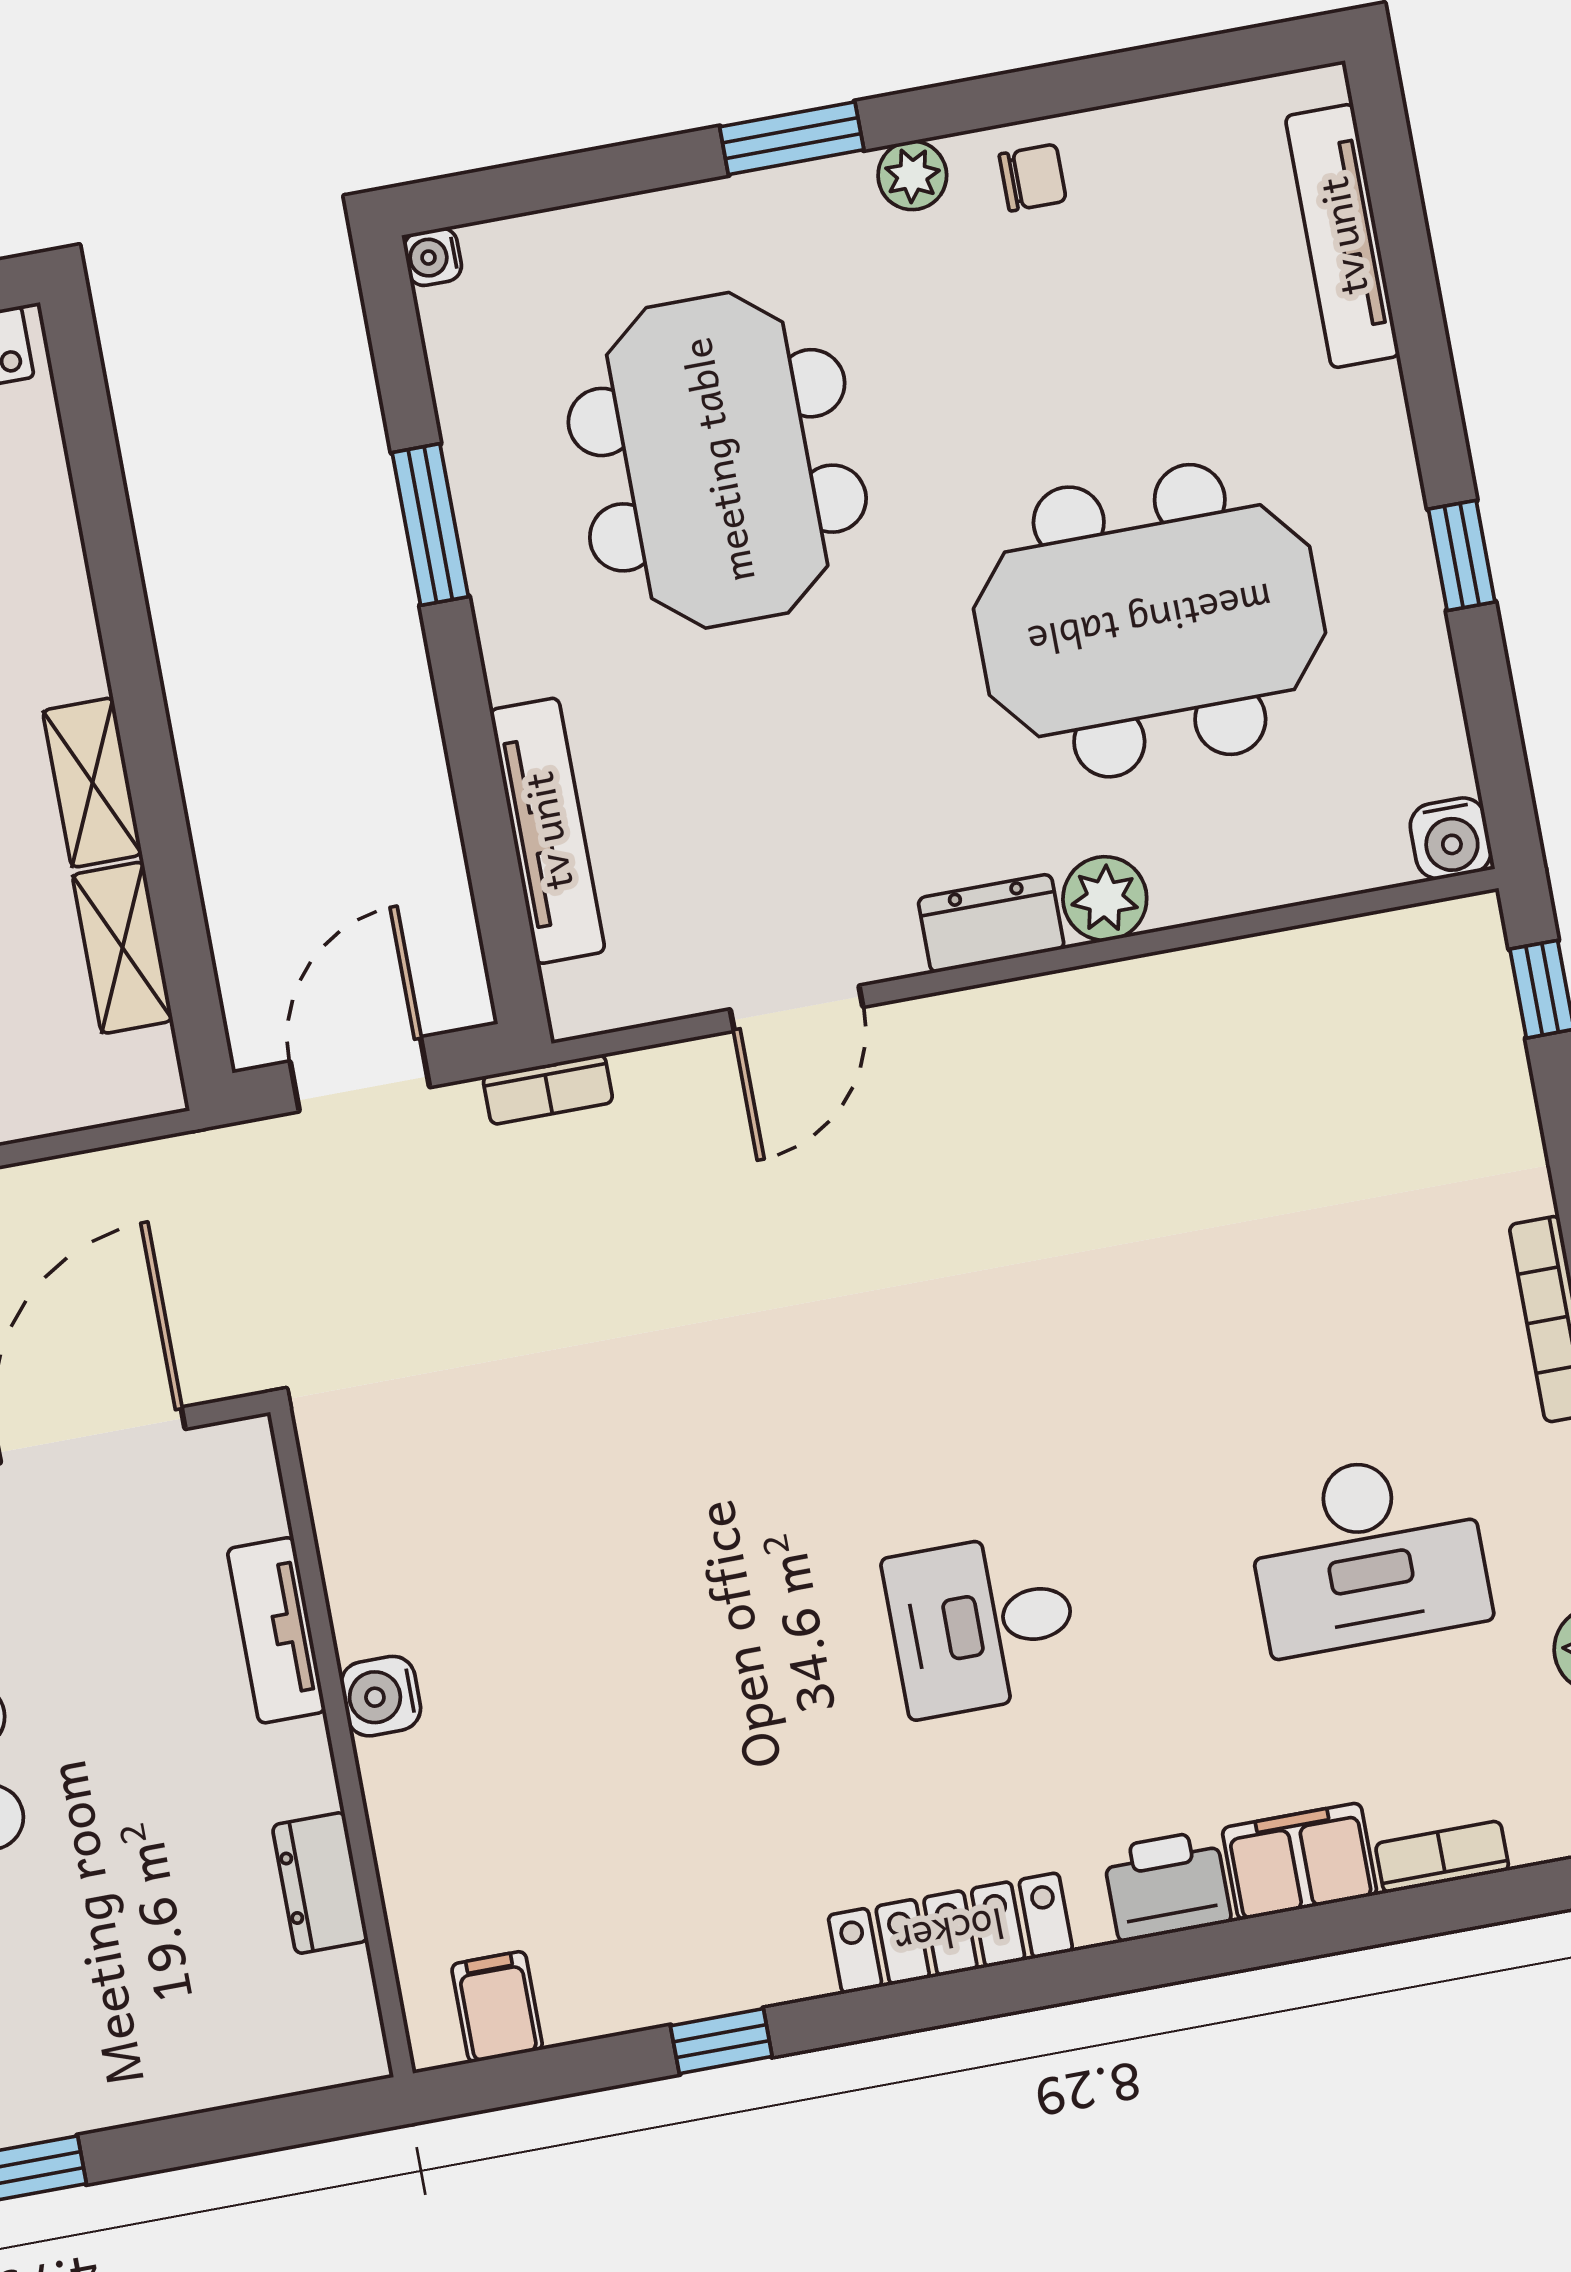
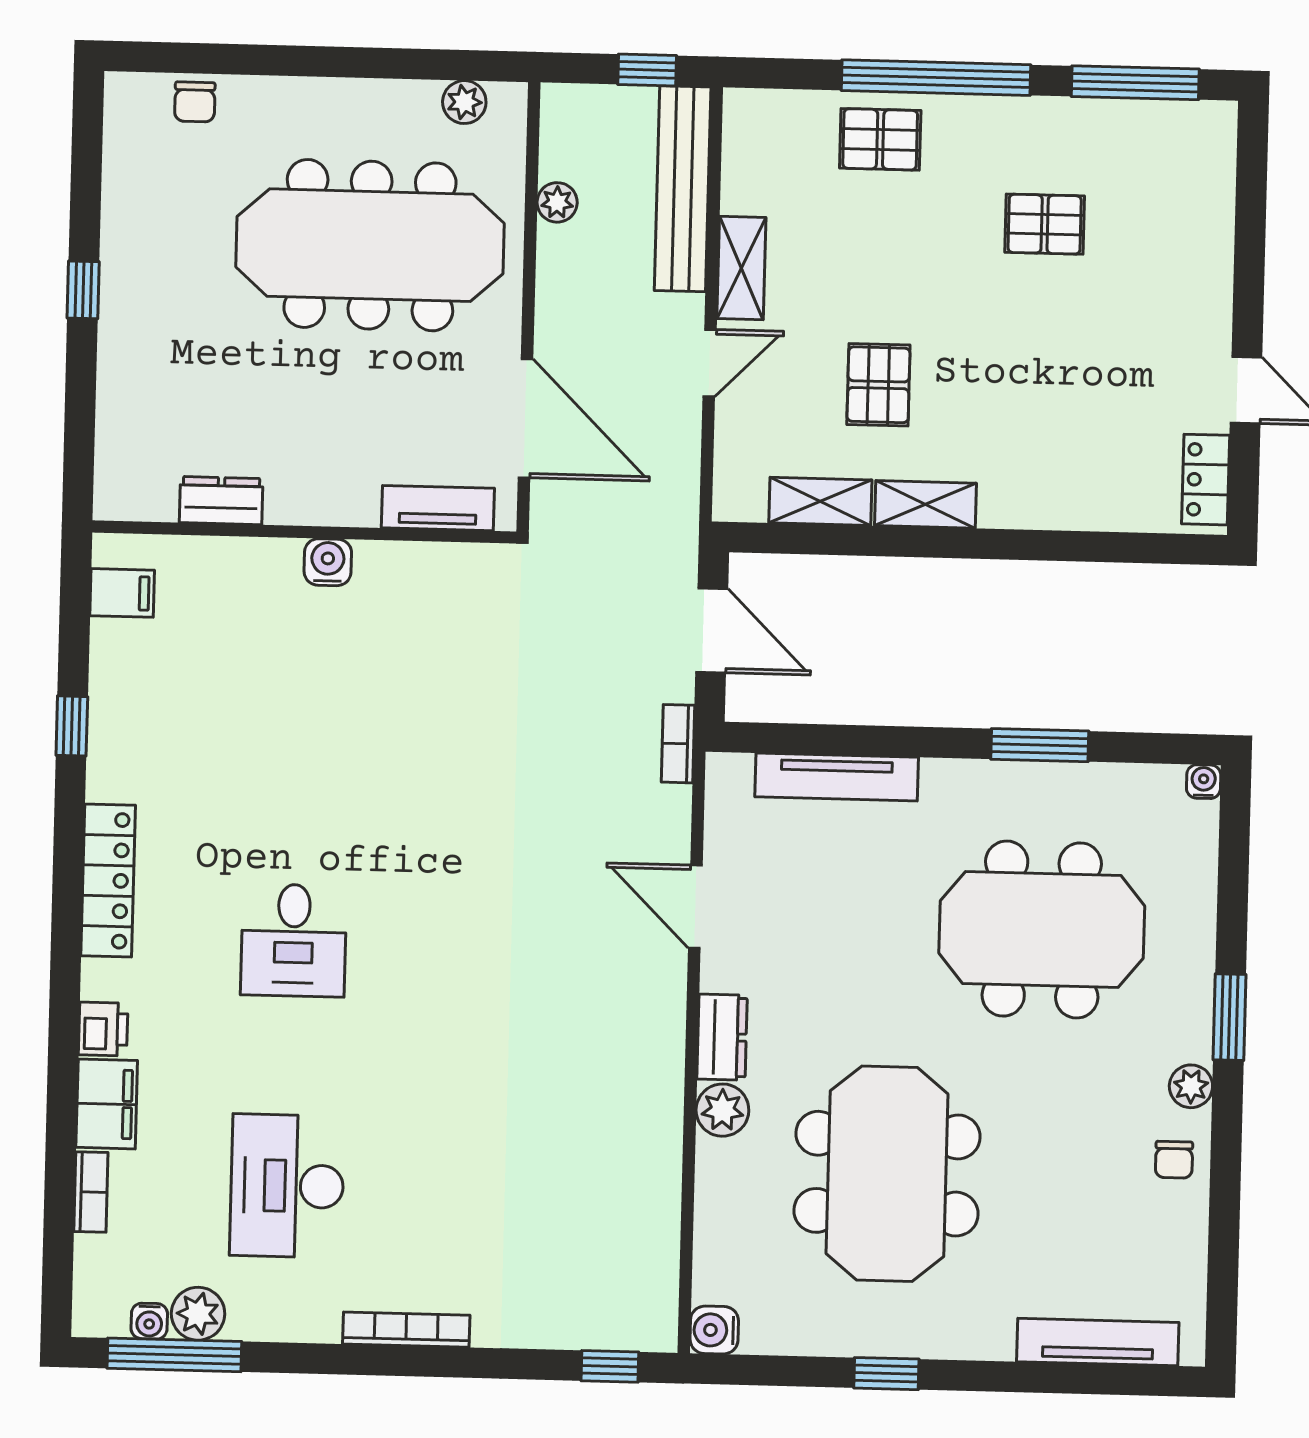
desk: (982, 1624) -> (294, 940), turned 180
tv unit: (276, 1630) -> (438, 508), moved
printer: (1167, 1886) -> (103, 1029), width x0.73, depth x0.81

